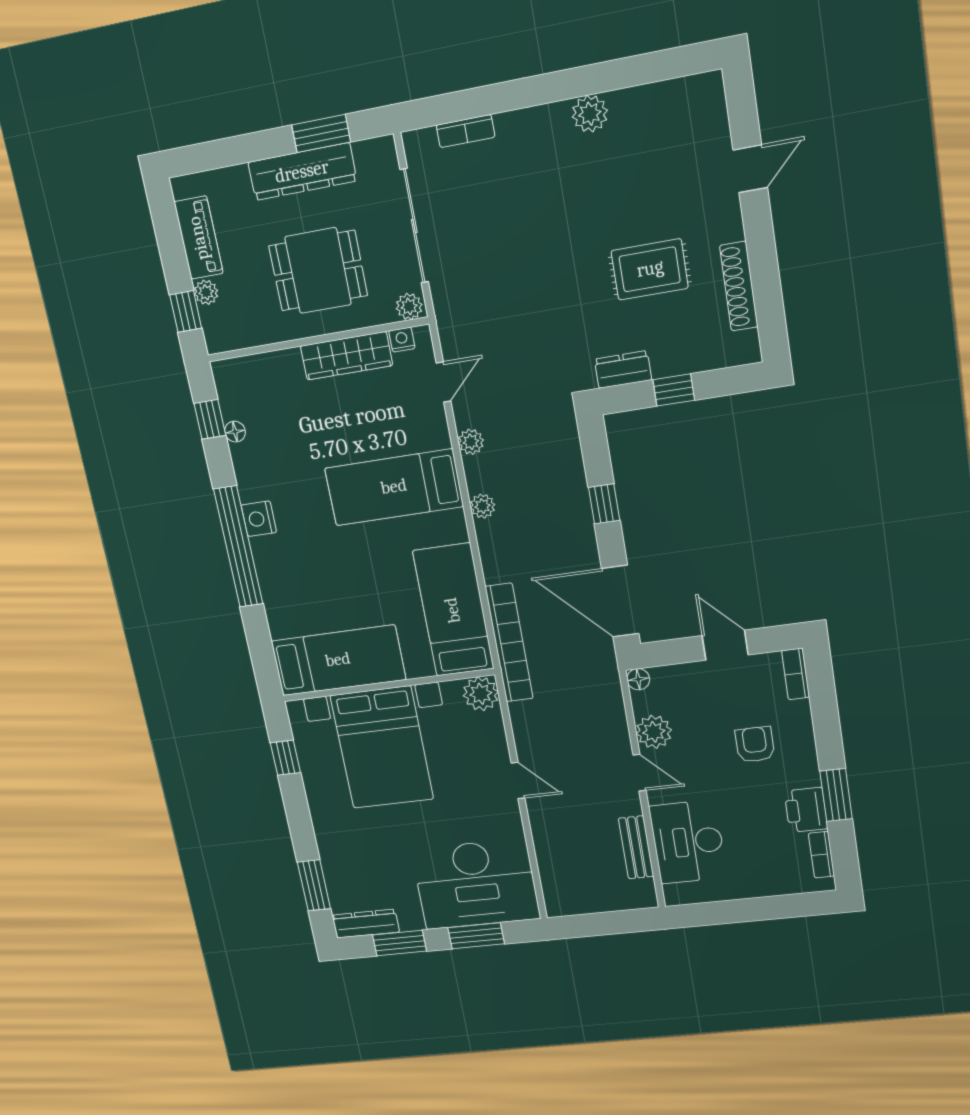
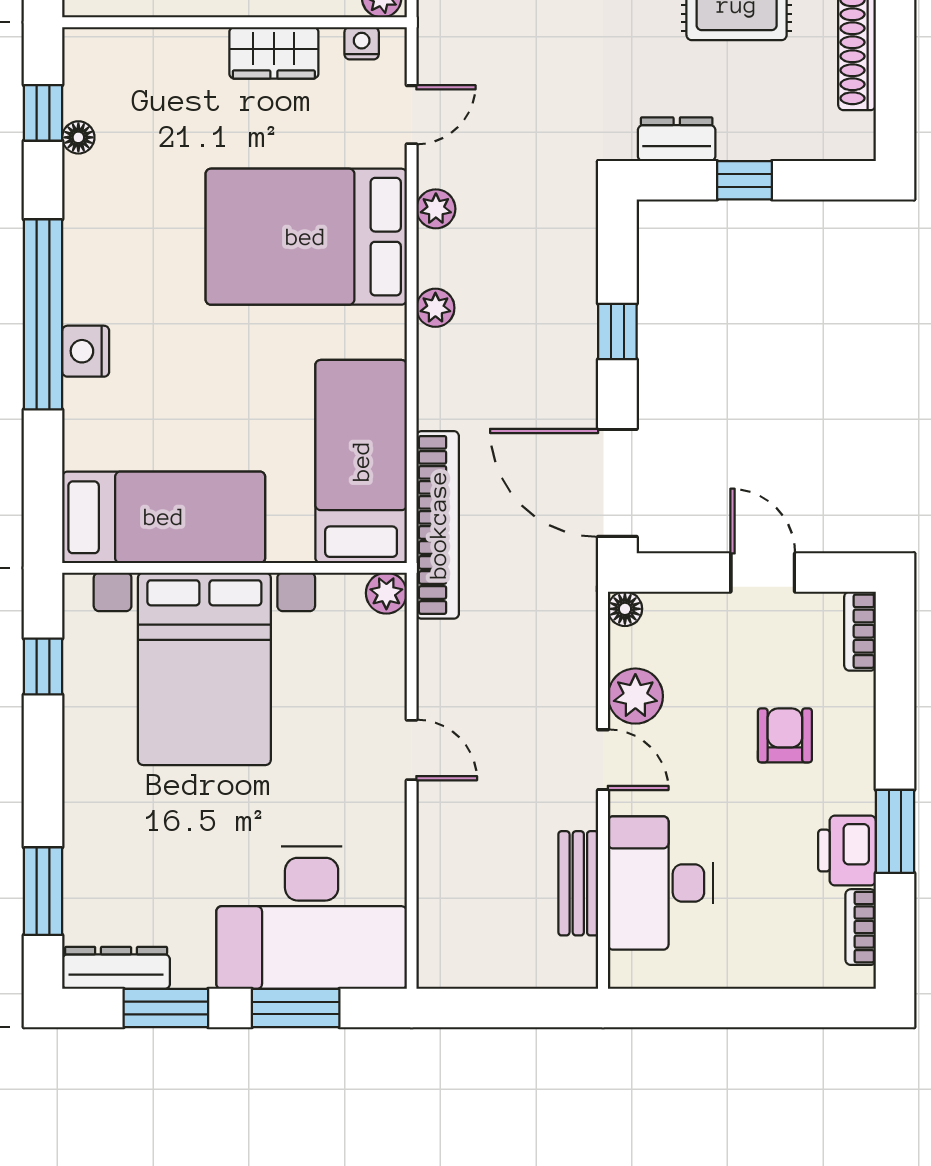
wardrobe: (346, 356) -> (274, 53), width x0.67
bed: (394, 487) -> (306, 237), width x1.50
nightstand: (259, 519) -> (86, 351), moved
plant: (481, 694) -> (386, 593), width x0.73, depth x0.73

